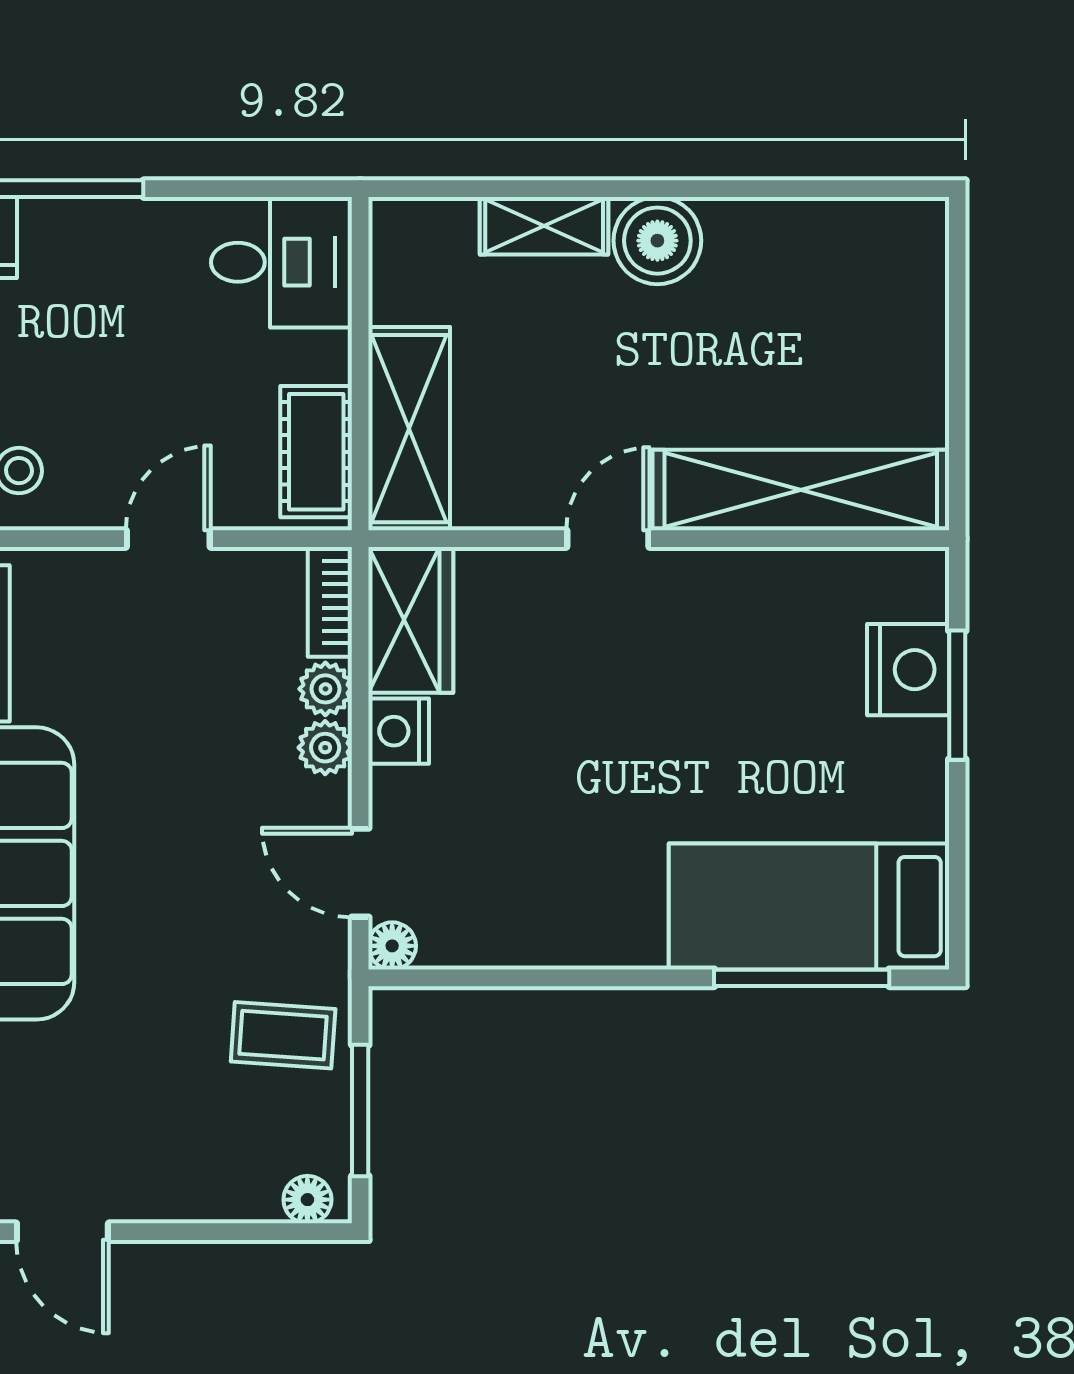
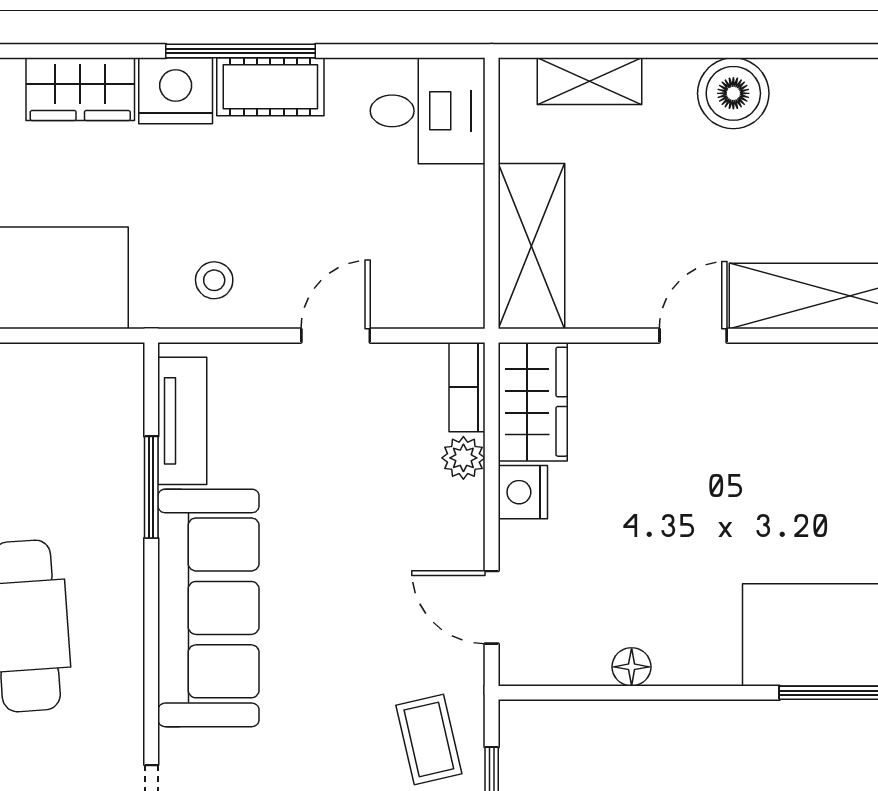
shelving: (544, 226) -> (589, 81), moved
cot: (316, 452) -> (270, 87), moved, turned 90
plant: (325, 748) -> (463, 506), removed
floor lamp: (392, 946) -> (632, 667), moved
coffee table: (283, 1035) -> (429, 739), turned 73

